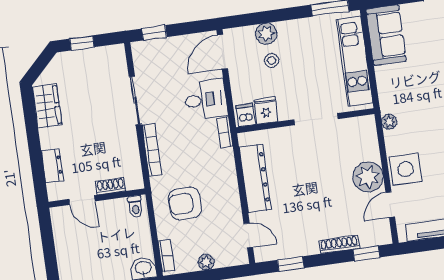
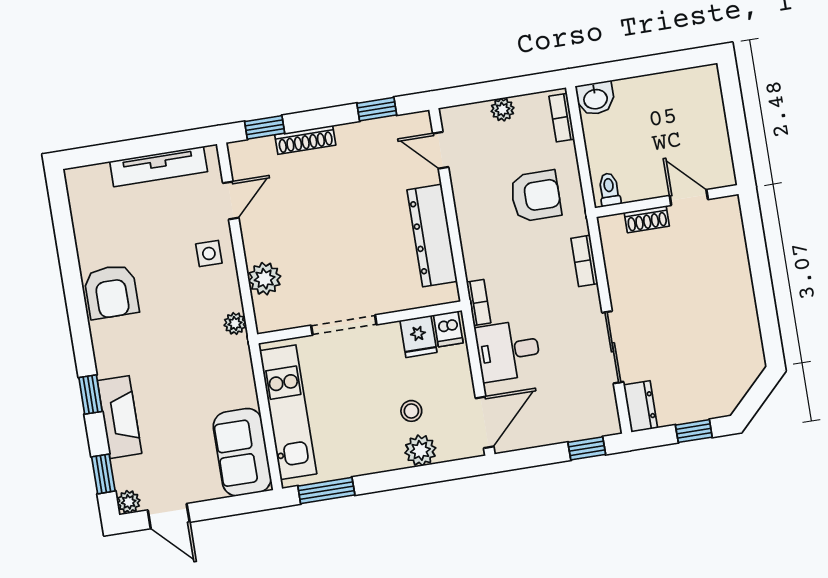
wardrobe: (47, 106) -> (744, 336), removed
bookcase: (152, 150) -> (584, 261), width x0.64
dresser: (52, 166) -> (641, 406), moved, turned 180
side table: (406, 169) -> (209, 253), width x0.54, depth x0.54
plant: (368, 177) -> (265, 279), moved, width x0.73, depth x0.73

